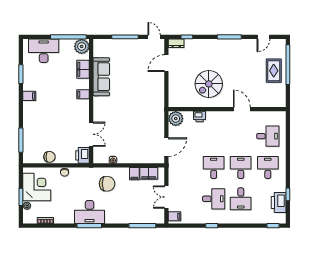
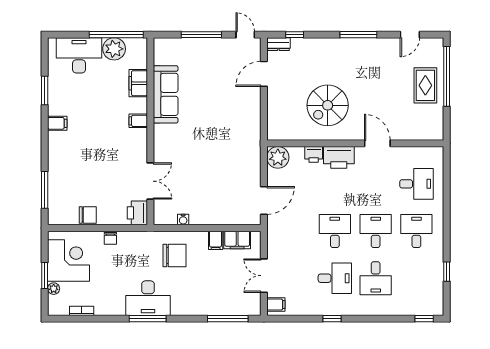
plant: (82, 46) -> (114, 49), moved
printer: (279, 203) -> (339, 157), moved, turned -90

